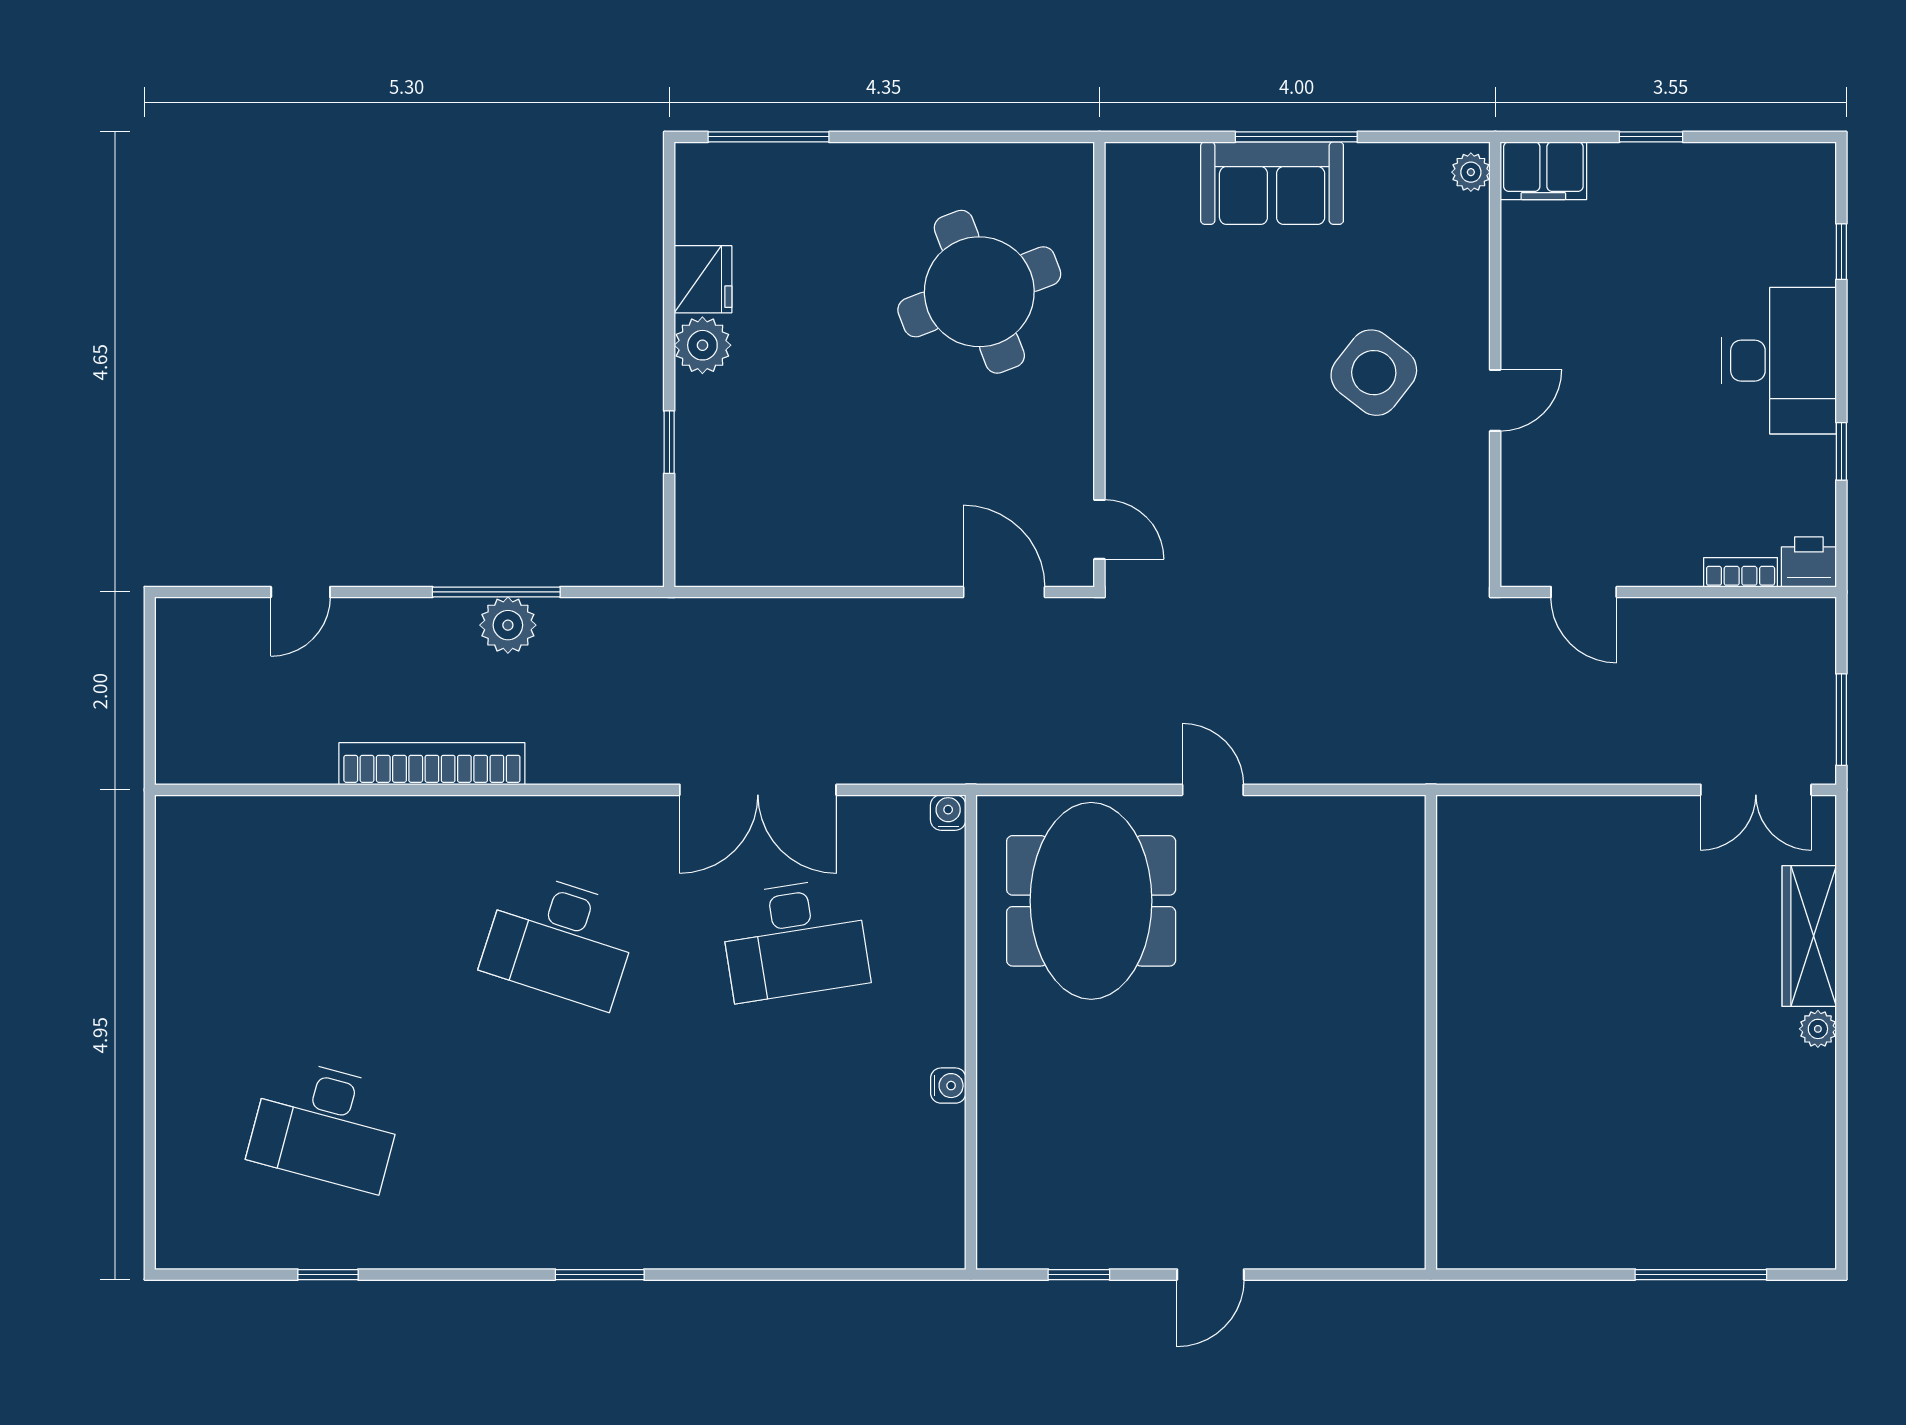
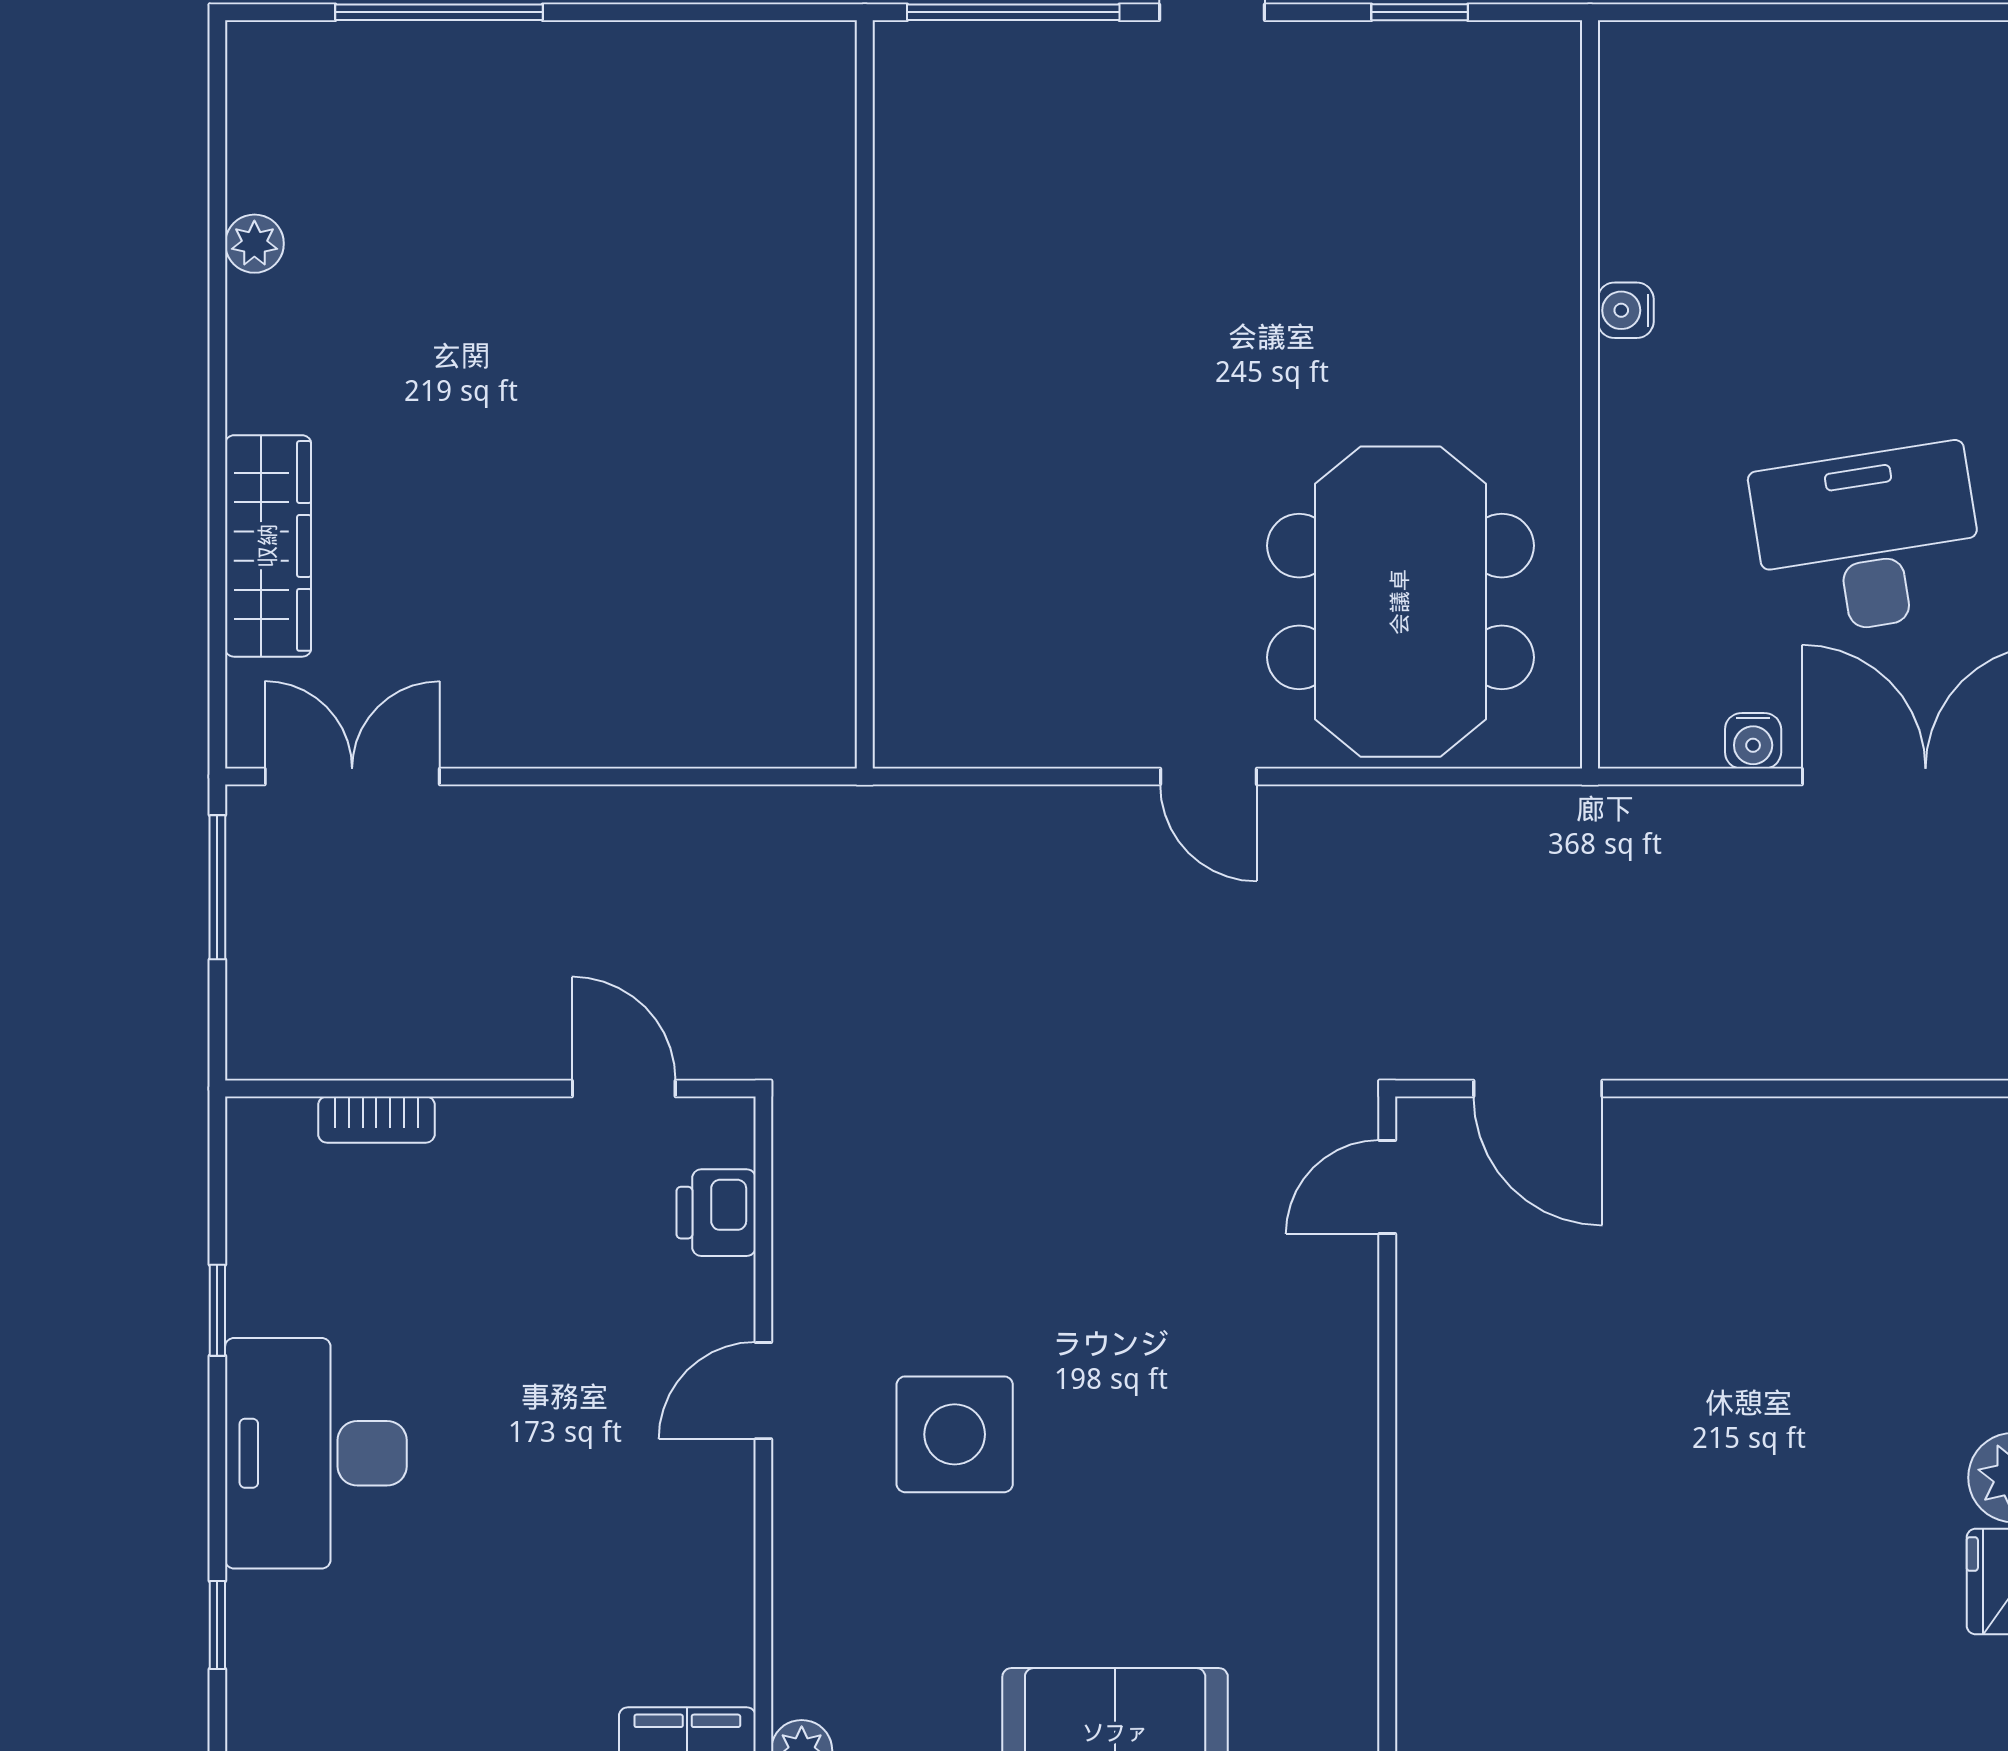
round table: (979, 292) -> (1577, 1562), removed
side table: (1374, 373) -> (955, 1434), turned -38
door: (1099, 529) -> (1387, 1187), hinge flipped
printer: (1809, 562) -> (716, 1213), moved, turned 90
water cooler: (948, 813) -> (1753, 741), moved
plant: (1818, 1029) -> (254, 244), moved
window: (1337, 1275) -> (1013, 12), added

